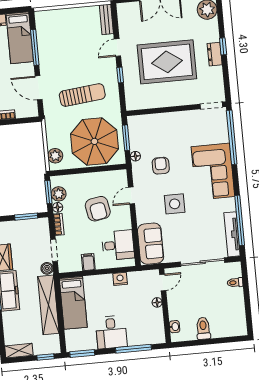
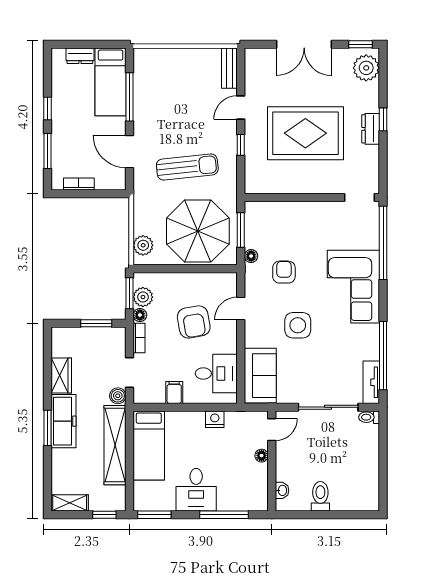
tv unit: (232, 234) -> (371, 382), width x0.71
toilet: (235, 283) -> (369, 417), moved

